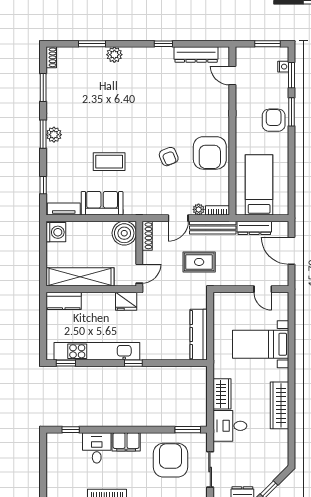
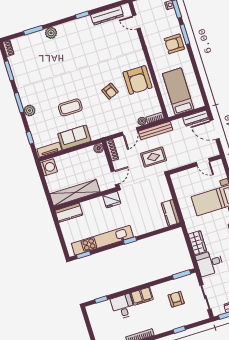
armchair: (274, 120) -> (174, 44), turned -90
plant: (54, 135) -> (30, 110), moved
dresser: (254, 228) -> (196, 118), moved
boiler: (124, 233) -> (99, 148), width x0.54, depth x0.54
kitchen counter: (199, 335) -> (171, 213), width x0.67
armchair: (170, 460) -> (176, 299), width x0.53, depth x0.53

